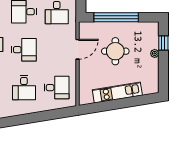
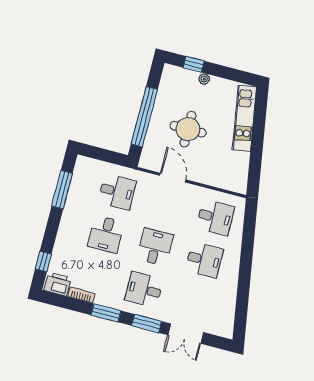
desk: (57, 88) -> (215, 217), turned 90
kitchen unit: (117, 93) -> (244, 118), moved

